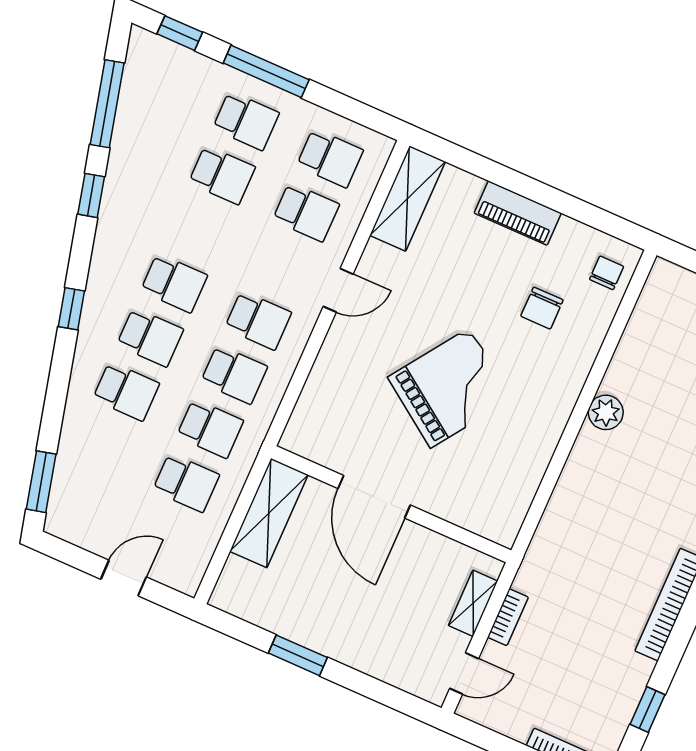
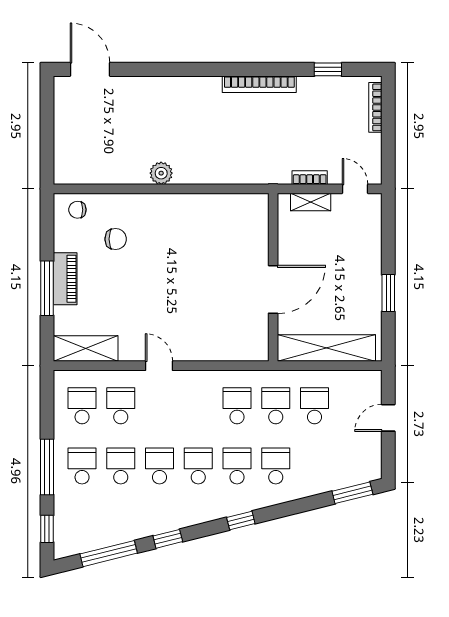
window: (516, 182) -> (47, 288), added
school desk: (258, 320) -> (160, 466), moved
grand piano: (450, 388) -> (188, 273), removed
shelving: (269, 513) -> (326, 348), width x1.47
door: (124, 578) -> (388, 418), hinge flipped

